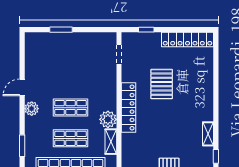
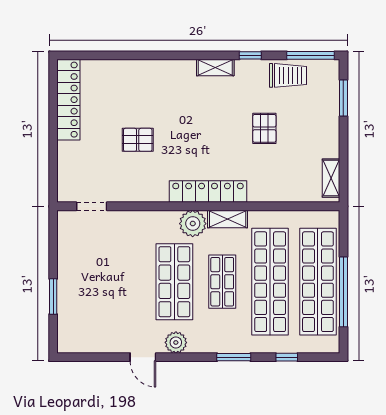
window: (146, 30) -> (53, 164), removed
pallet: (162, 84) -> (138, 140), width x0.67, depth x0.71
shop shelf: (71, 108) -> (174, 282), width x1.43, depth x1.36
locker: (129, 108) -> (208, 191), moved

